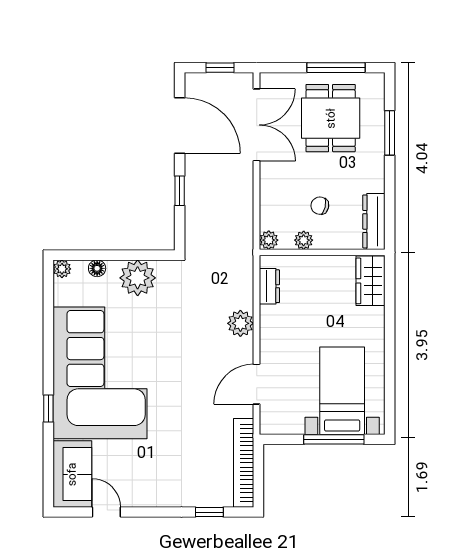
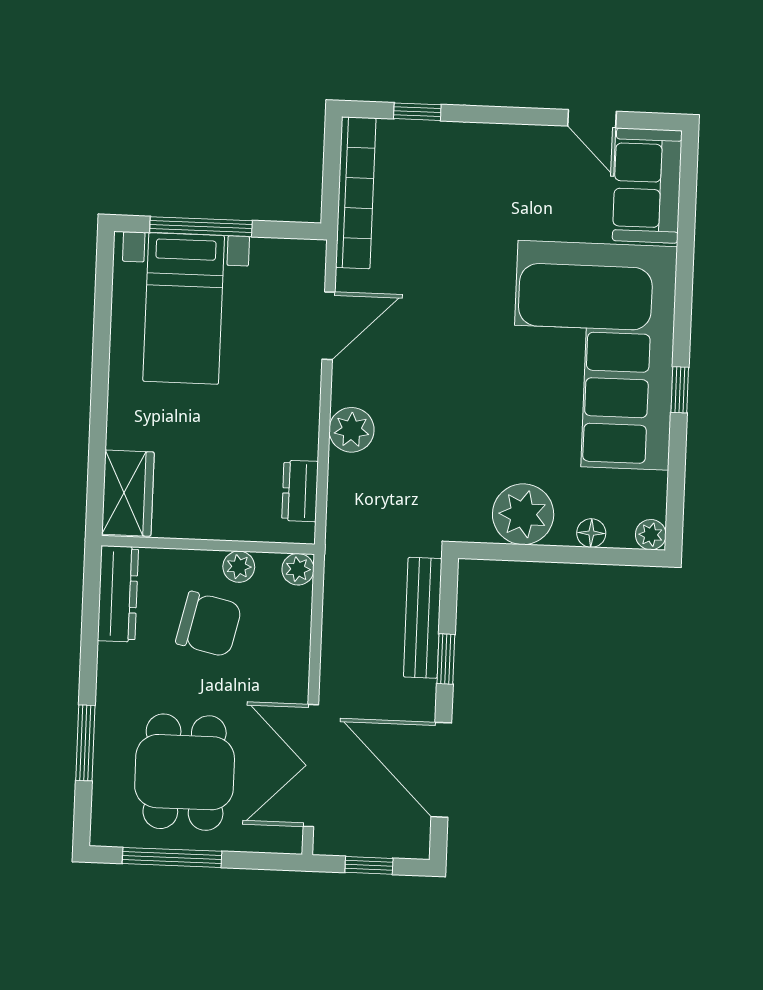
chair: (320, 206) -> (209, 624), width x1.87, depth x1.87
bench: (194, 214) -> (423, 618), added
window: (48, 408) -> (680, 390), moved

